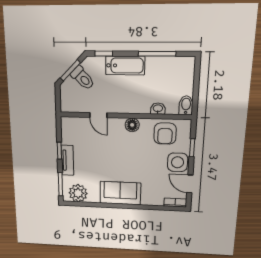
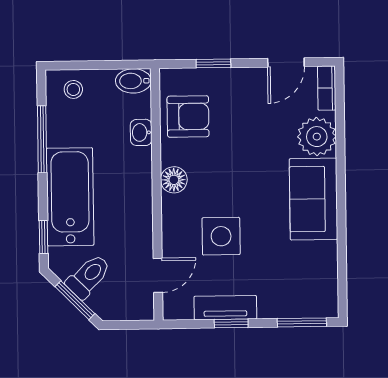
bathtub: (125, 65) -> (70, 197), width x1.36, depth x1.36
stool: (184, 72) -> (73, 89), added
door: (98, 115) -> (158, 275), moved
tv unit: (67, 160) -> (225, 308), moved
side table: (178, 162) -> (221, 236), moved
plant: (78, 193) -> (317, 137), moved

